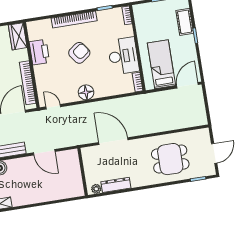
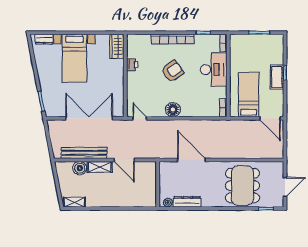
cot: (185, 22) -> (277, 77), moved
printer: (39, 52) -> (132, 65), width x0.53, depth x0.68
desk: (123, 56) -> (214, 70), moved
bookcase: (28, 83) -> (119, 92), removed
door: (188, 85) -> (270, 118), swing flipped
dining table: (170, 159) -> (242, 186), width x1.38
shelving: (20, 163) -> (100, 167), added

